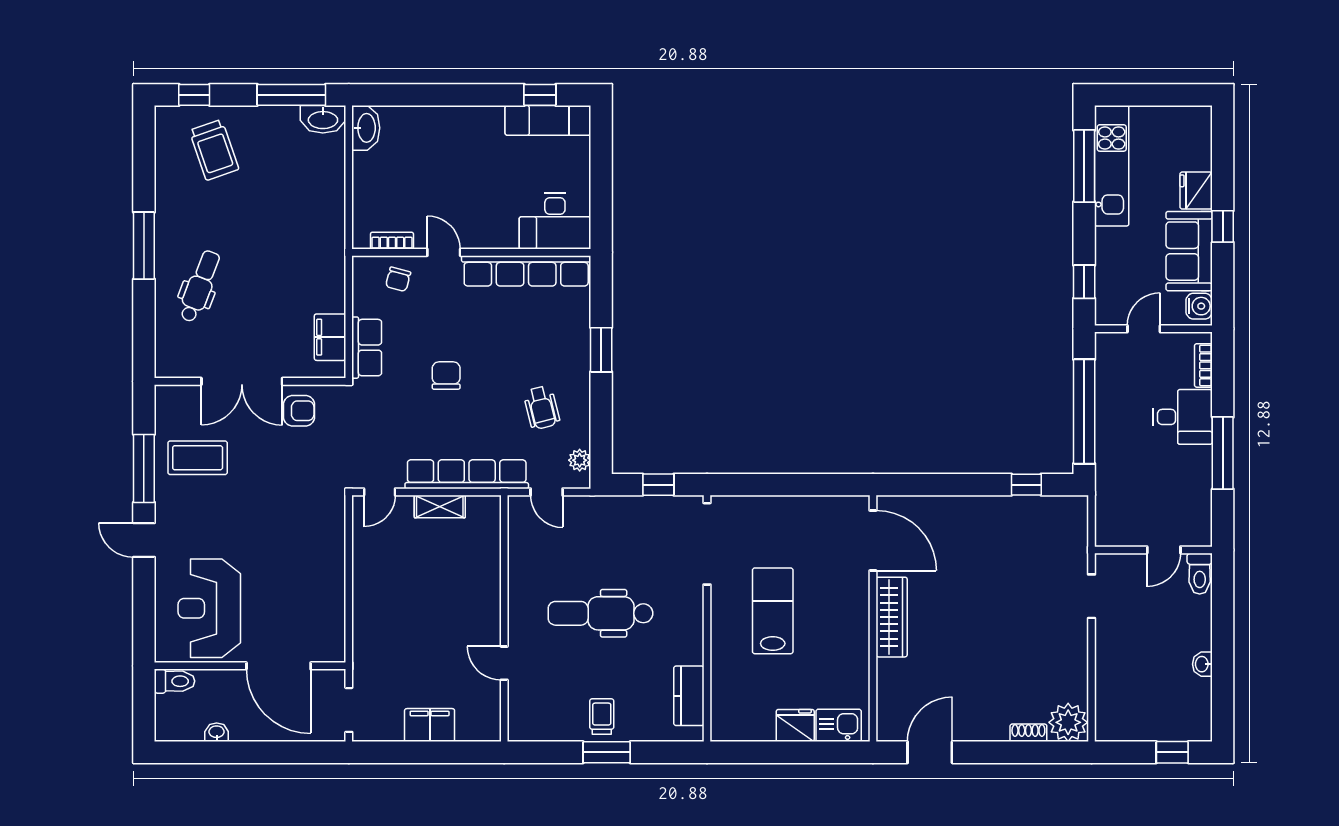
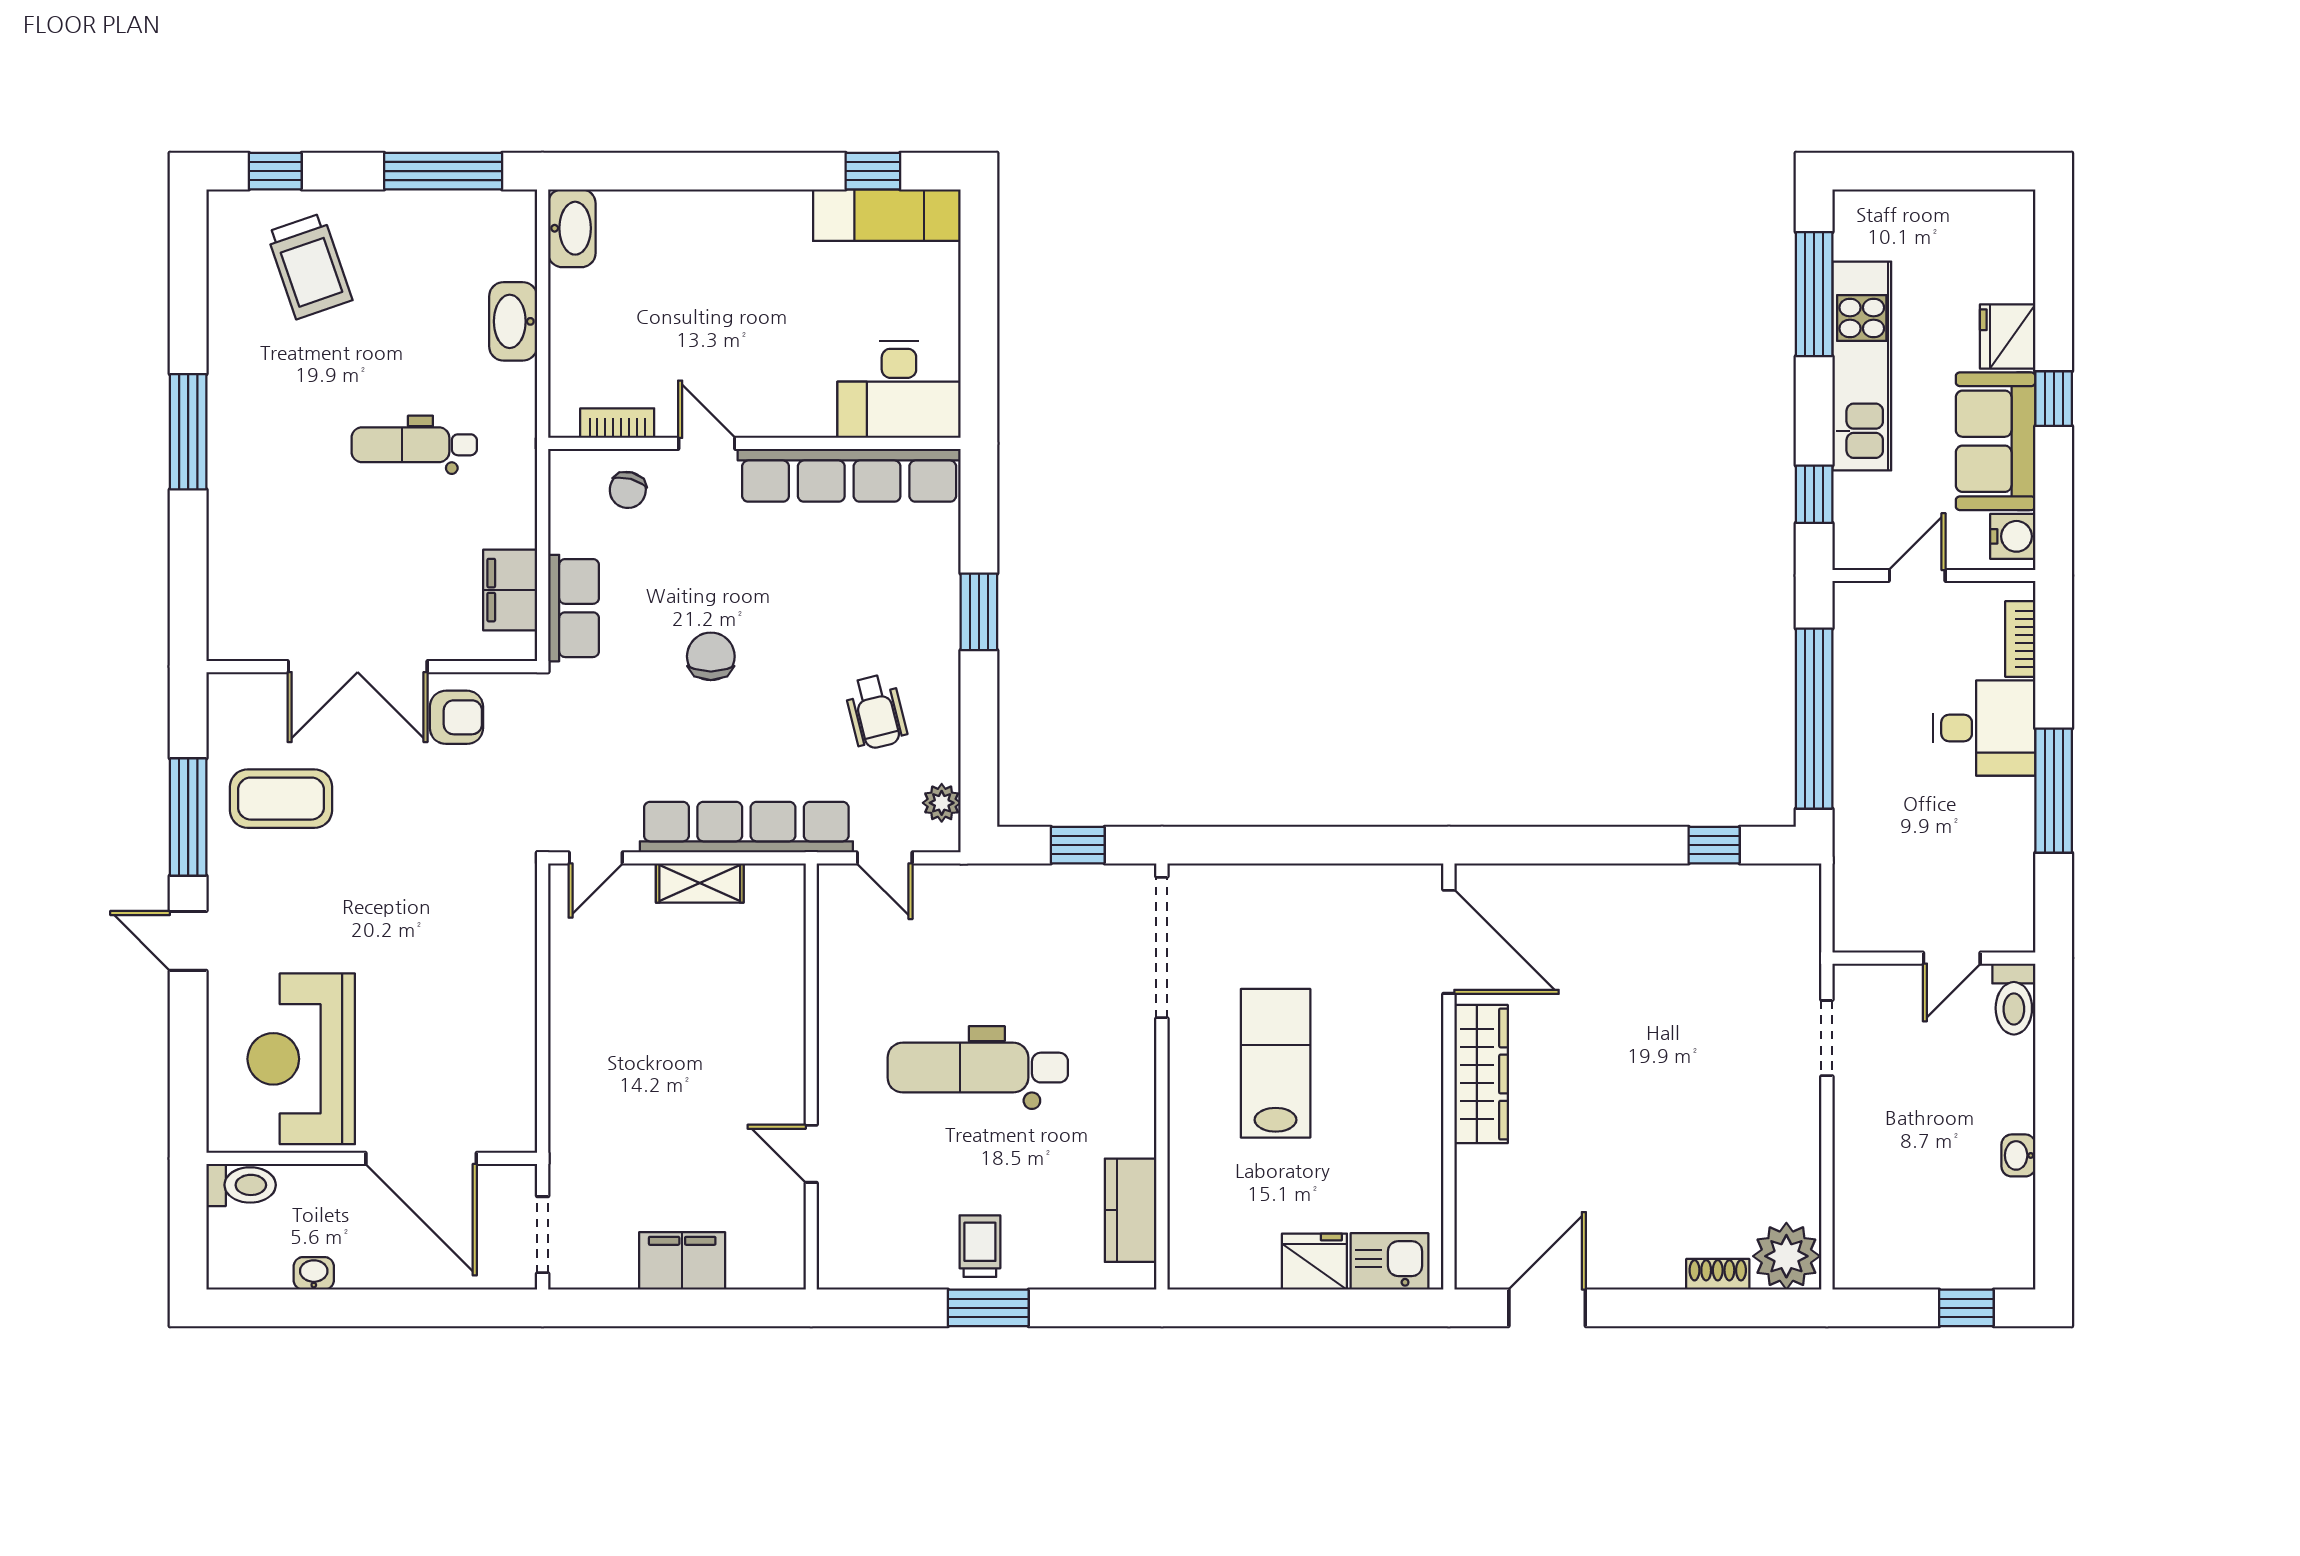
washbasin: (323, 119) -> (513, 321), moved, turned 90
kitchen unit: (1112, 166) -> (1862, 366), moved
dental chair: (200, 286) -> (414, 445), moved, turned -111

